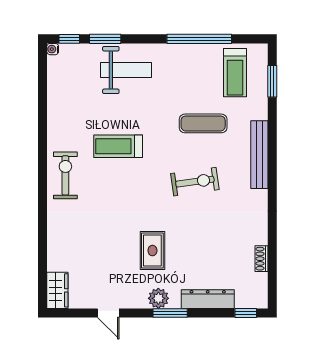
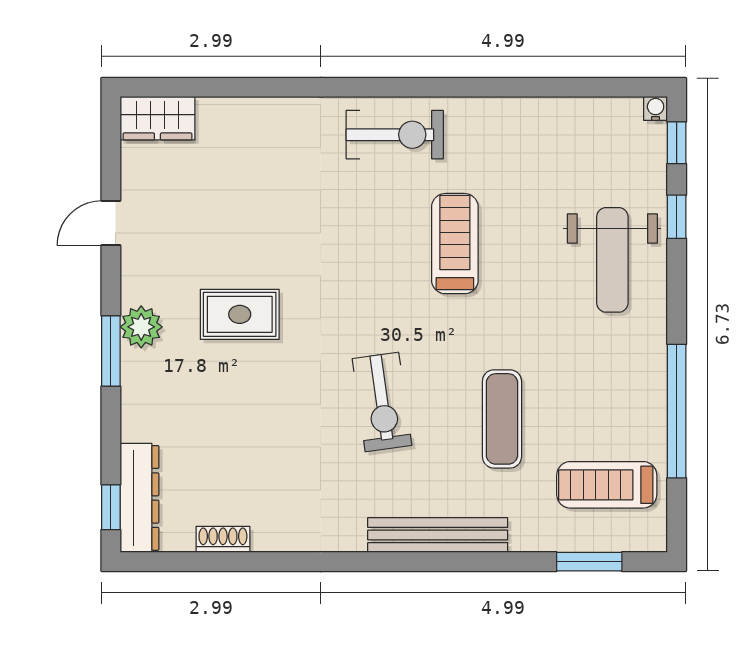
window: (105, 39) -> (677, 217), width x0.67
dresser: (208, 299) -> (139, 498), moved

